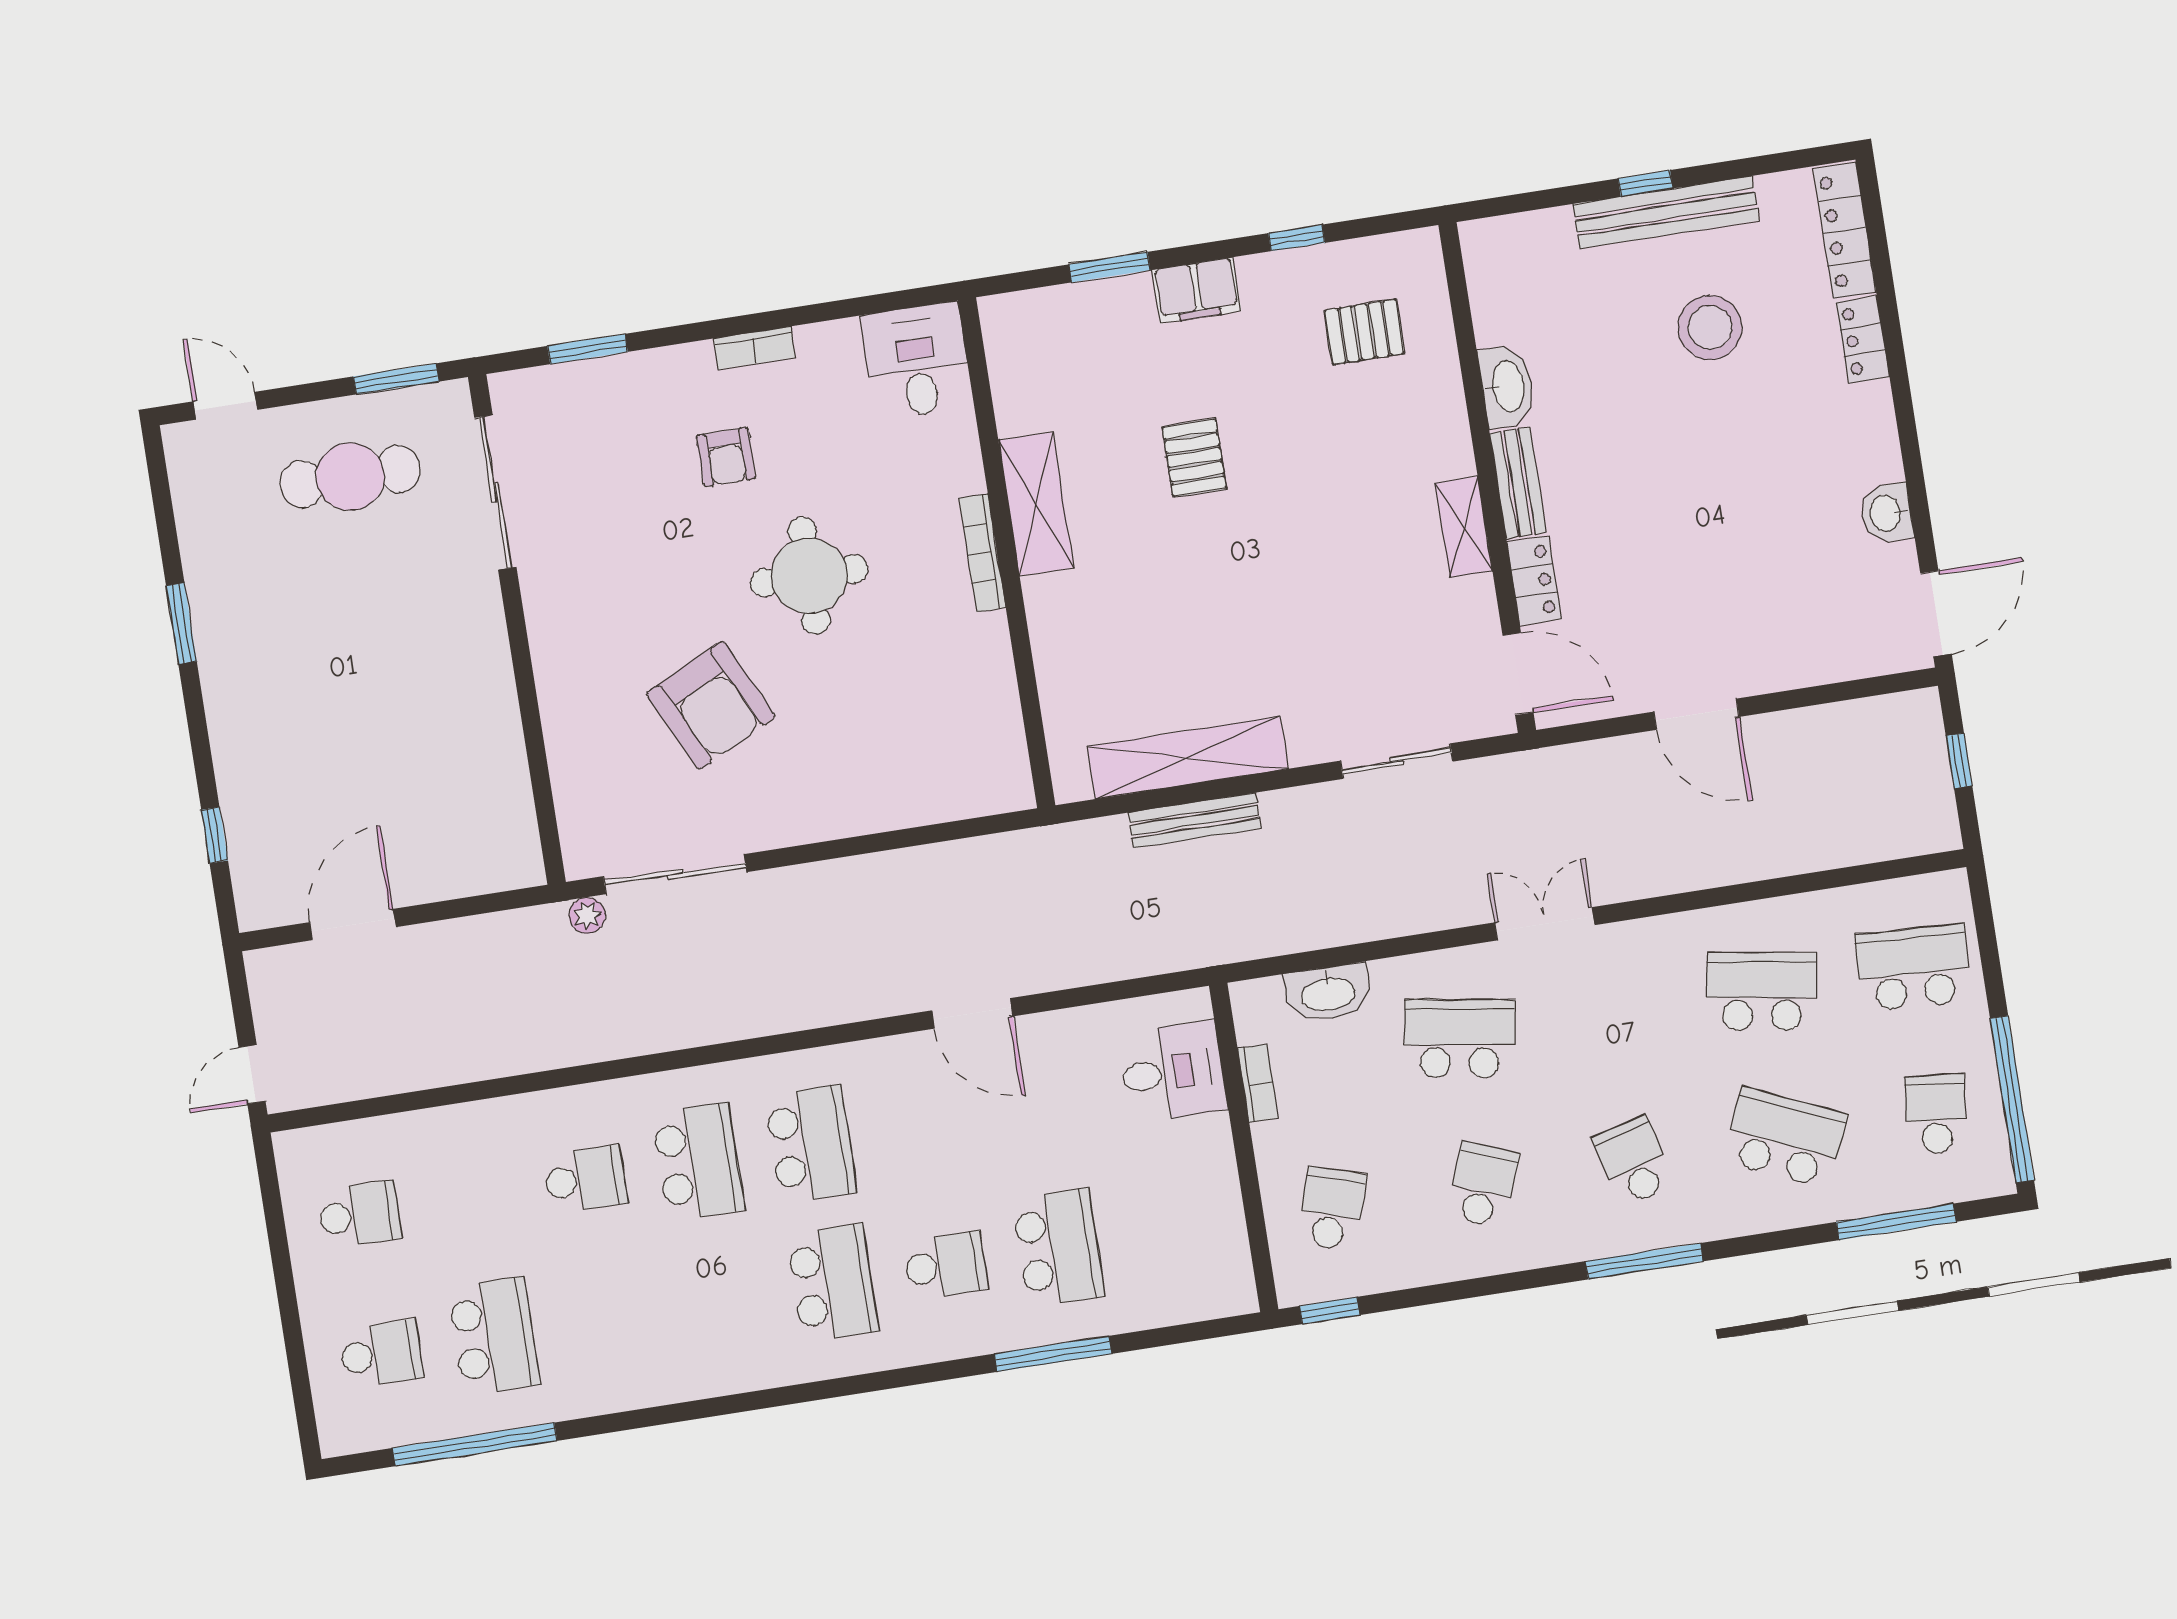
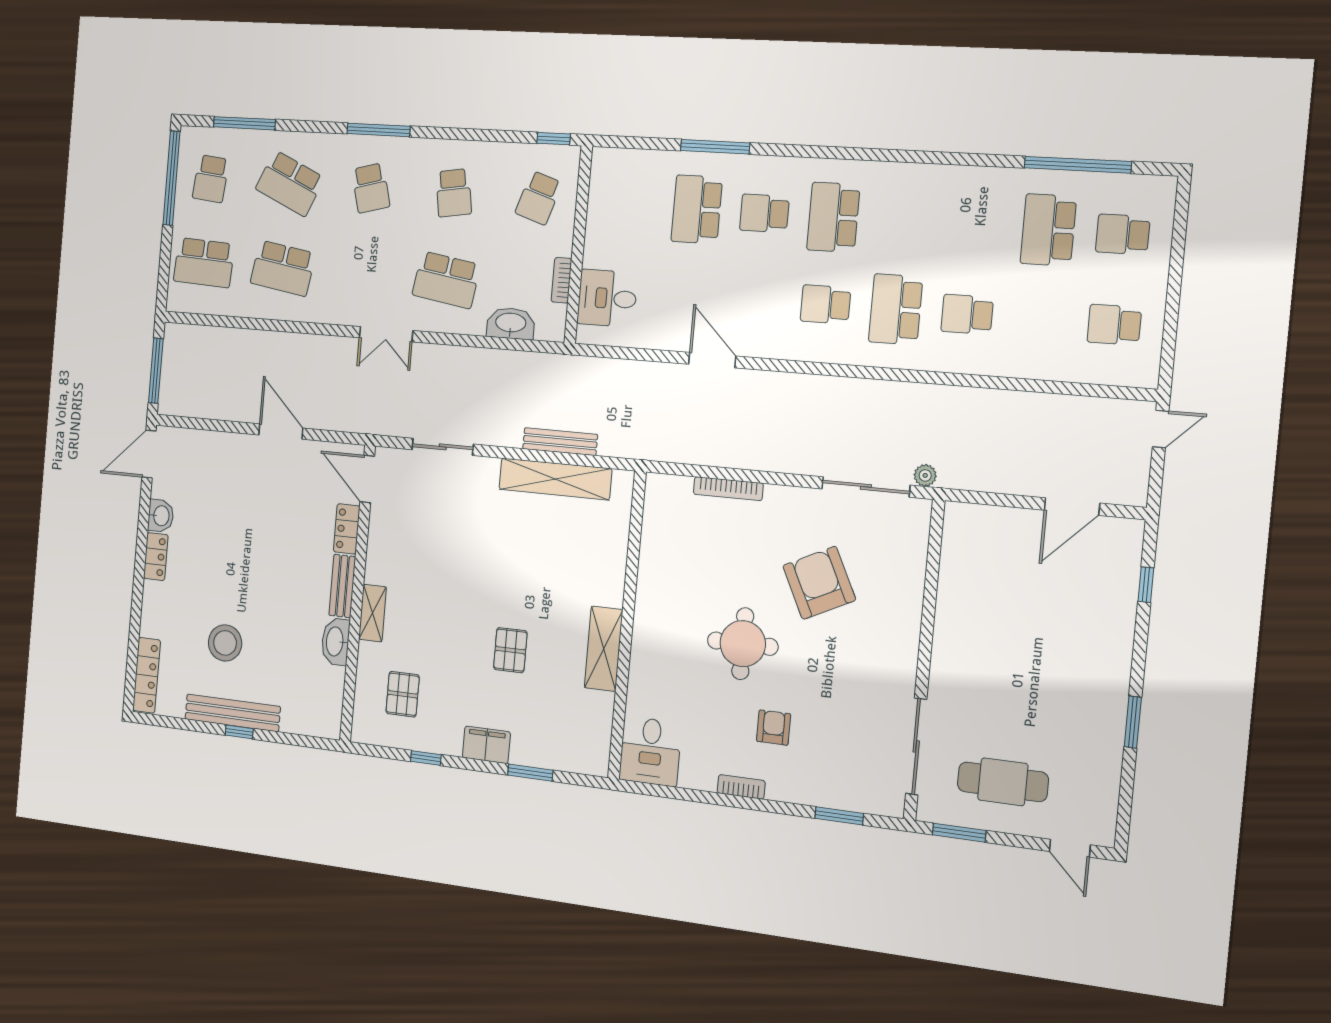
pallet: (1364, 332) -> (403, 694), turned 90
locker: (1863, 340) -> (156, 557), moved
shelving: (1464, 527) -> (373, 613), moved
bookcase: (982, 553) -> (728, 489), moved, turned 90
window: (1959, 761) -> (156, 371), width x2.17
school desk: (811, 1144) -> (825, 304), width x0.54
school desk: (1483, 1185) -> (454, 193), turned -30

